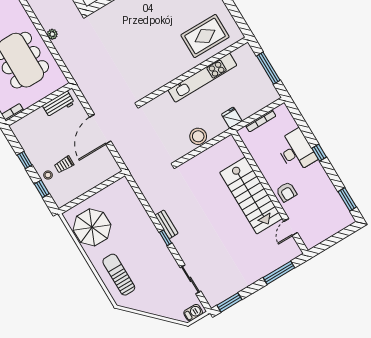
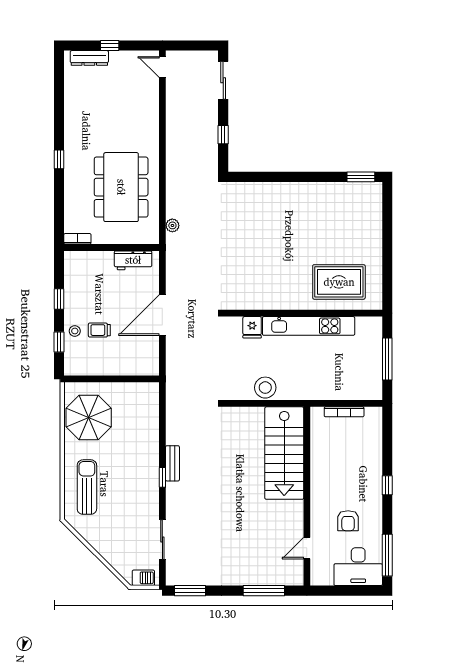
plant: (52, 34) -> (172, 225), moved
fridge: (232, 118) -> (252, 327), moved, turned 180
desk: (296, 151) -> (358, 567), moved, turned 90
armchair: (286, 192) -> (348, 521), moved
stairs: (251, 196) -> (284, 453), moved
window: (347, 199) -> (387, 555), width x1.44

